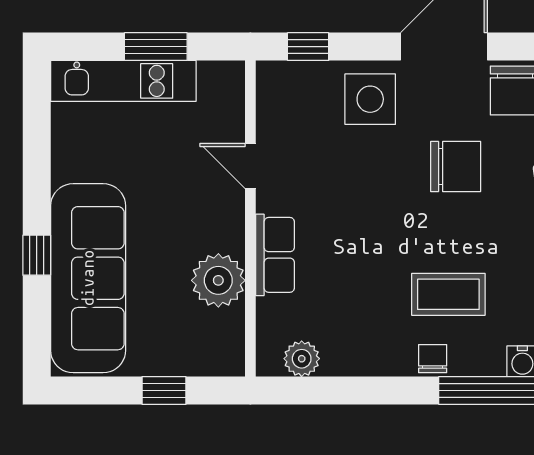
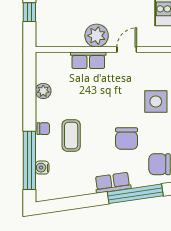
plant: (218, 280) -> (97, 36), moved
plant: (302, 359) -> (43, 91), moved

